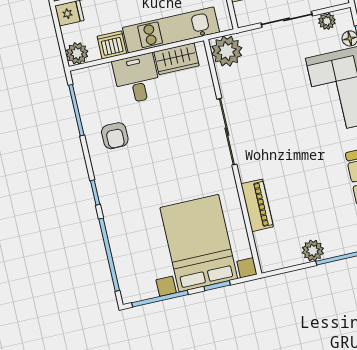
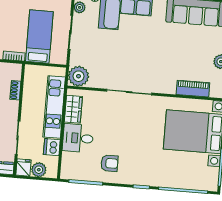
plant: (77, 53) -> (39, 170), moved
piano: (257, 205) -> (193, 89), moved

